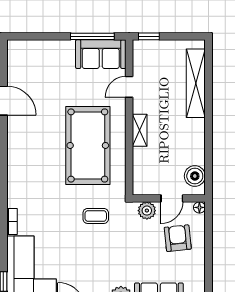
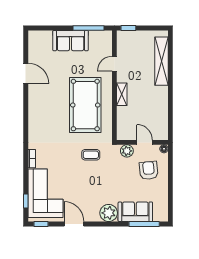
sofa: (101, 54) -> (71, 41), moved
boiler: (195, 176) -> (161, 127), removed
door: (172, 198) -> (145, 142), swing flipped

